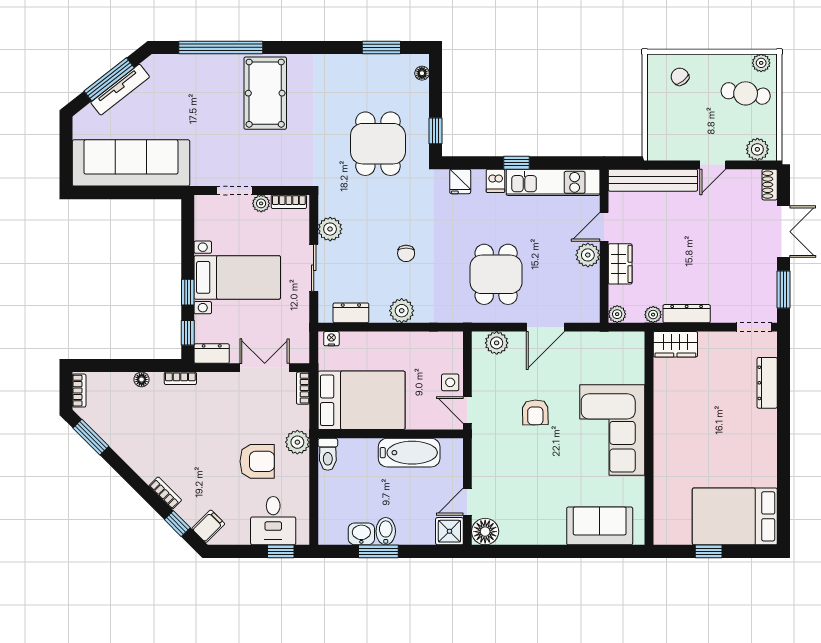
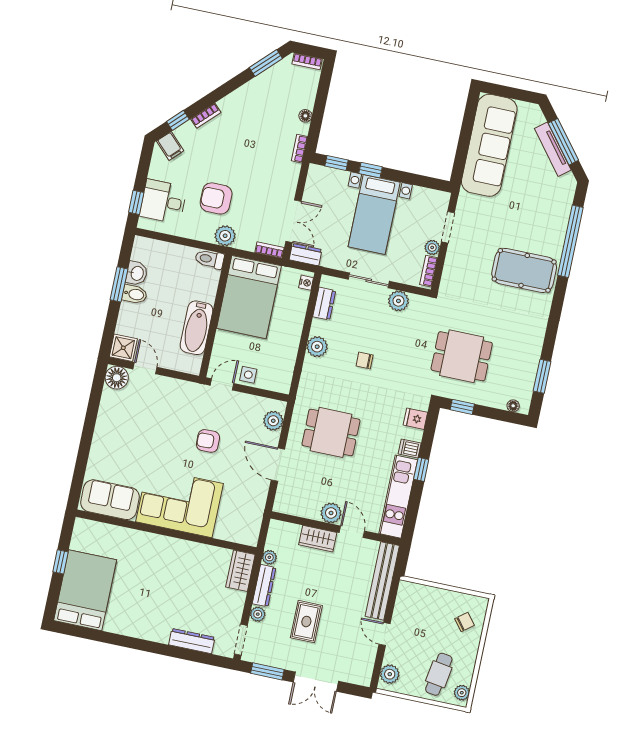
shoe rack: (770, 185) -> (358, 678), removed
rug: (717, 257) -> (306, 622), added
plant: (617, 314) -> (258, 614), moved
dresser: (212, 354) -> (306, 255), moved, turned -90
armchair: (257, 461) -> (216, 198), turned 90
sofa: (600, 526) -> (110, 500), moved, turned -90

